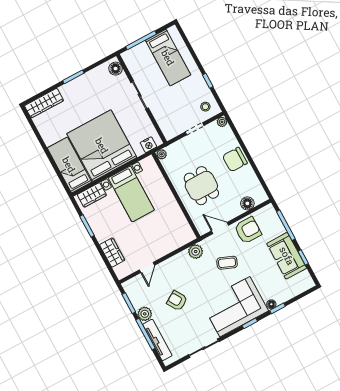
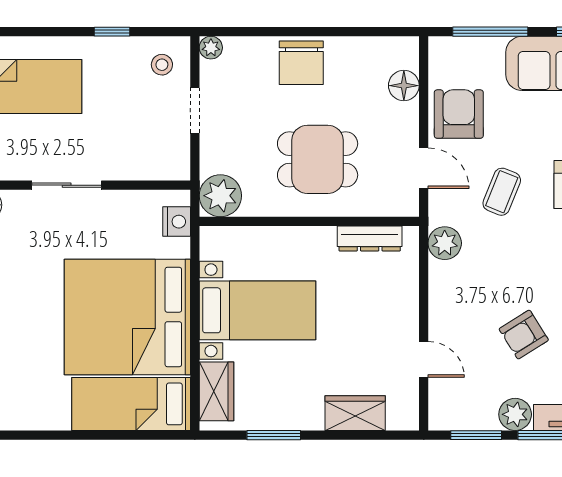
plant: (162, 154) -> (220, 196), width x1.87, depth x1.87
dresser: (182, 222) -> (370, 238), added
door: (220, 228) -> (424, 168), swing flipped

